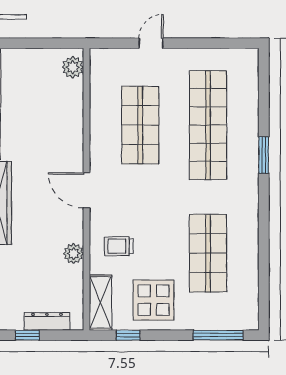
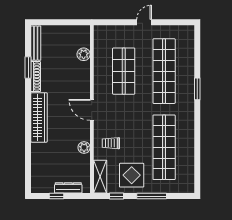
door: (151, 43) -> (144, 22), moved
plant: (73, 67) -> (84, 54), moved
shop shelf: (208, 253) -> (164, 147), width x1.40
window: (218, 335) -> (152, 196), moved

